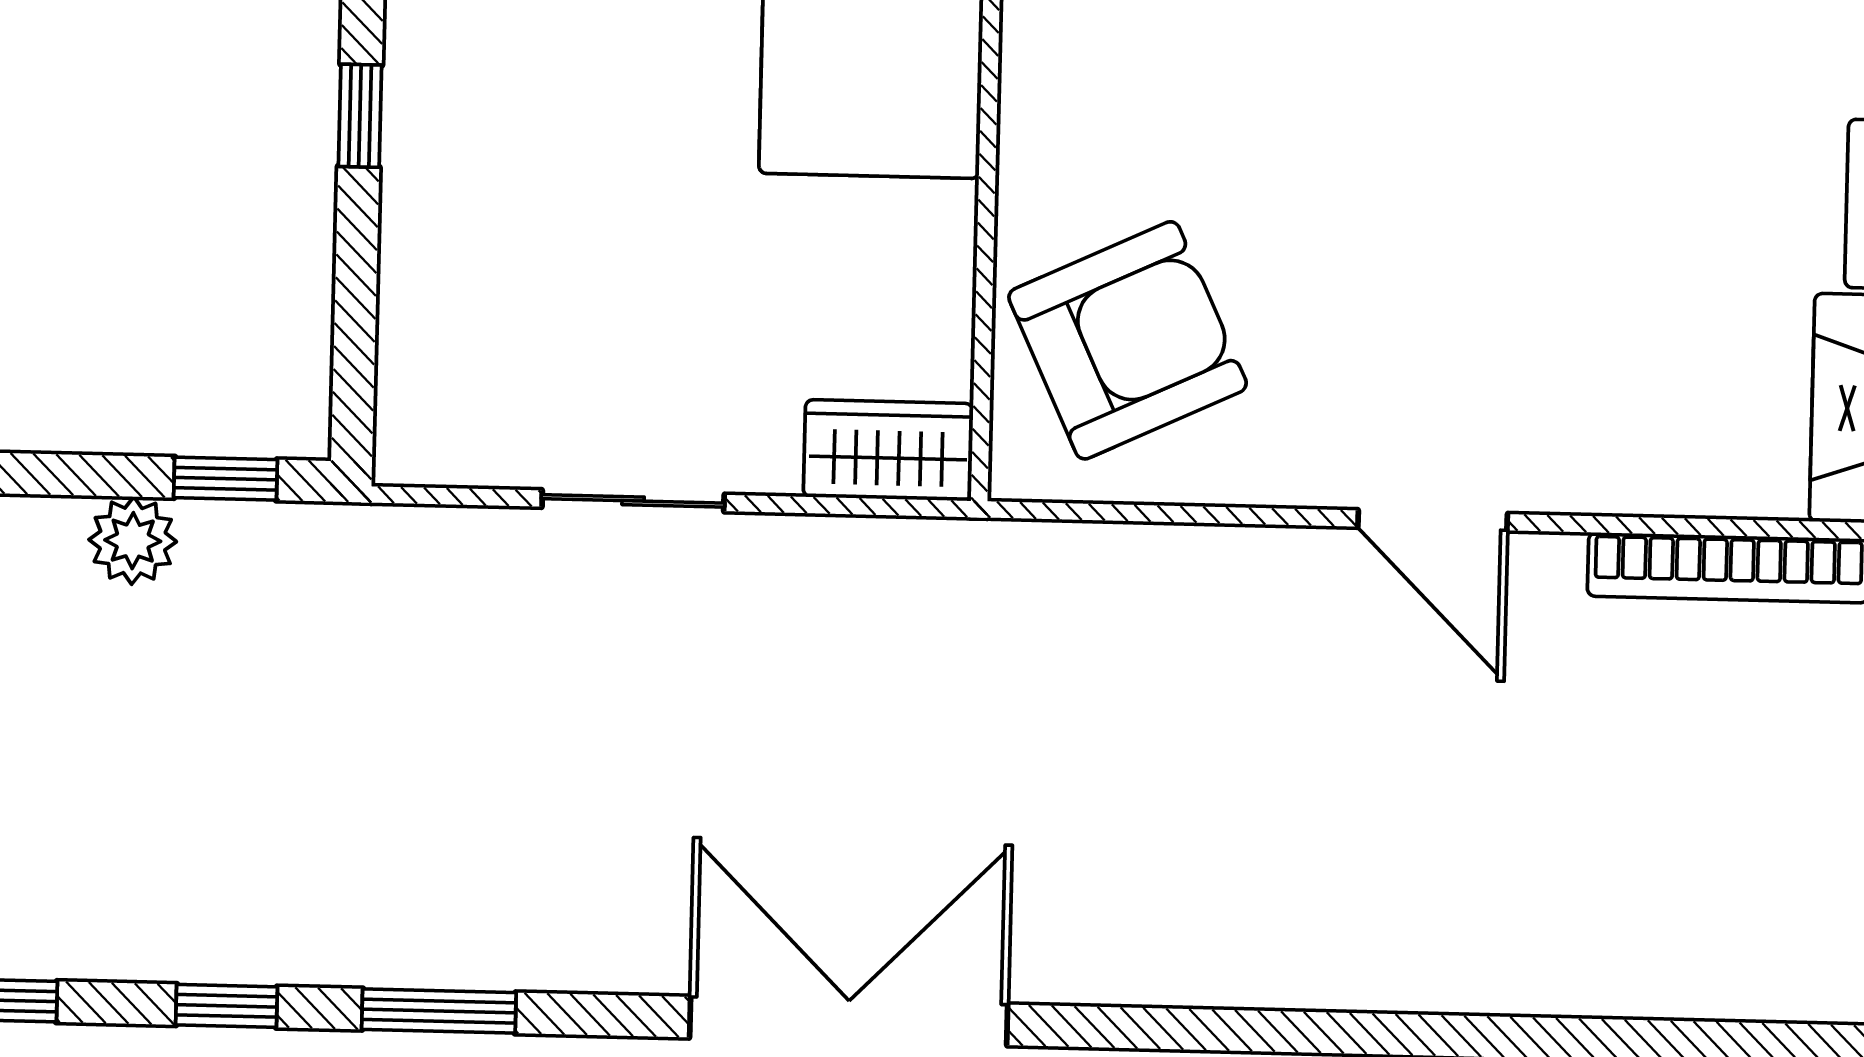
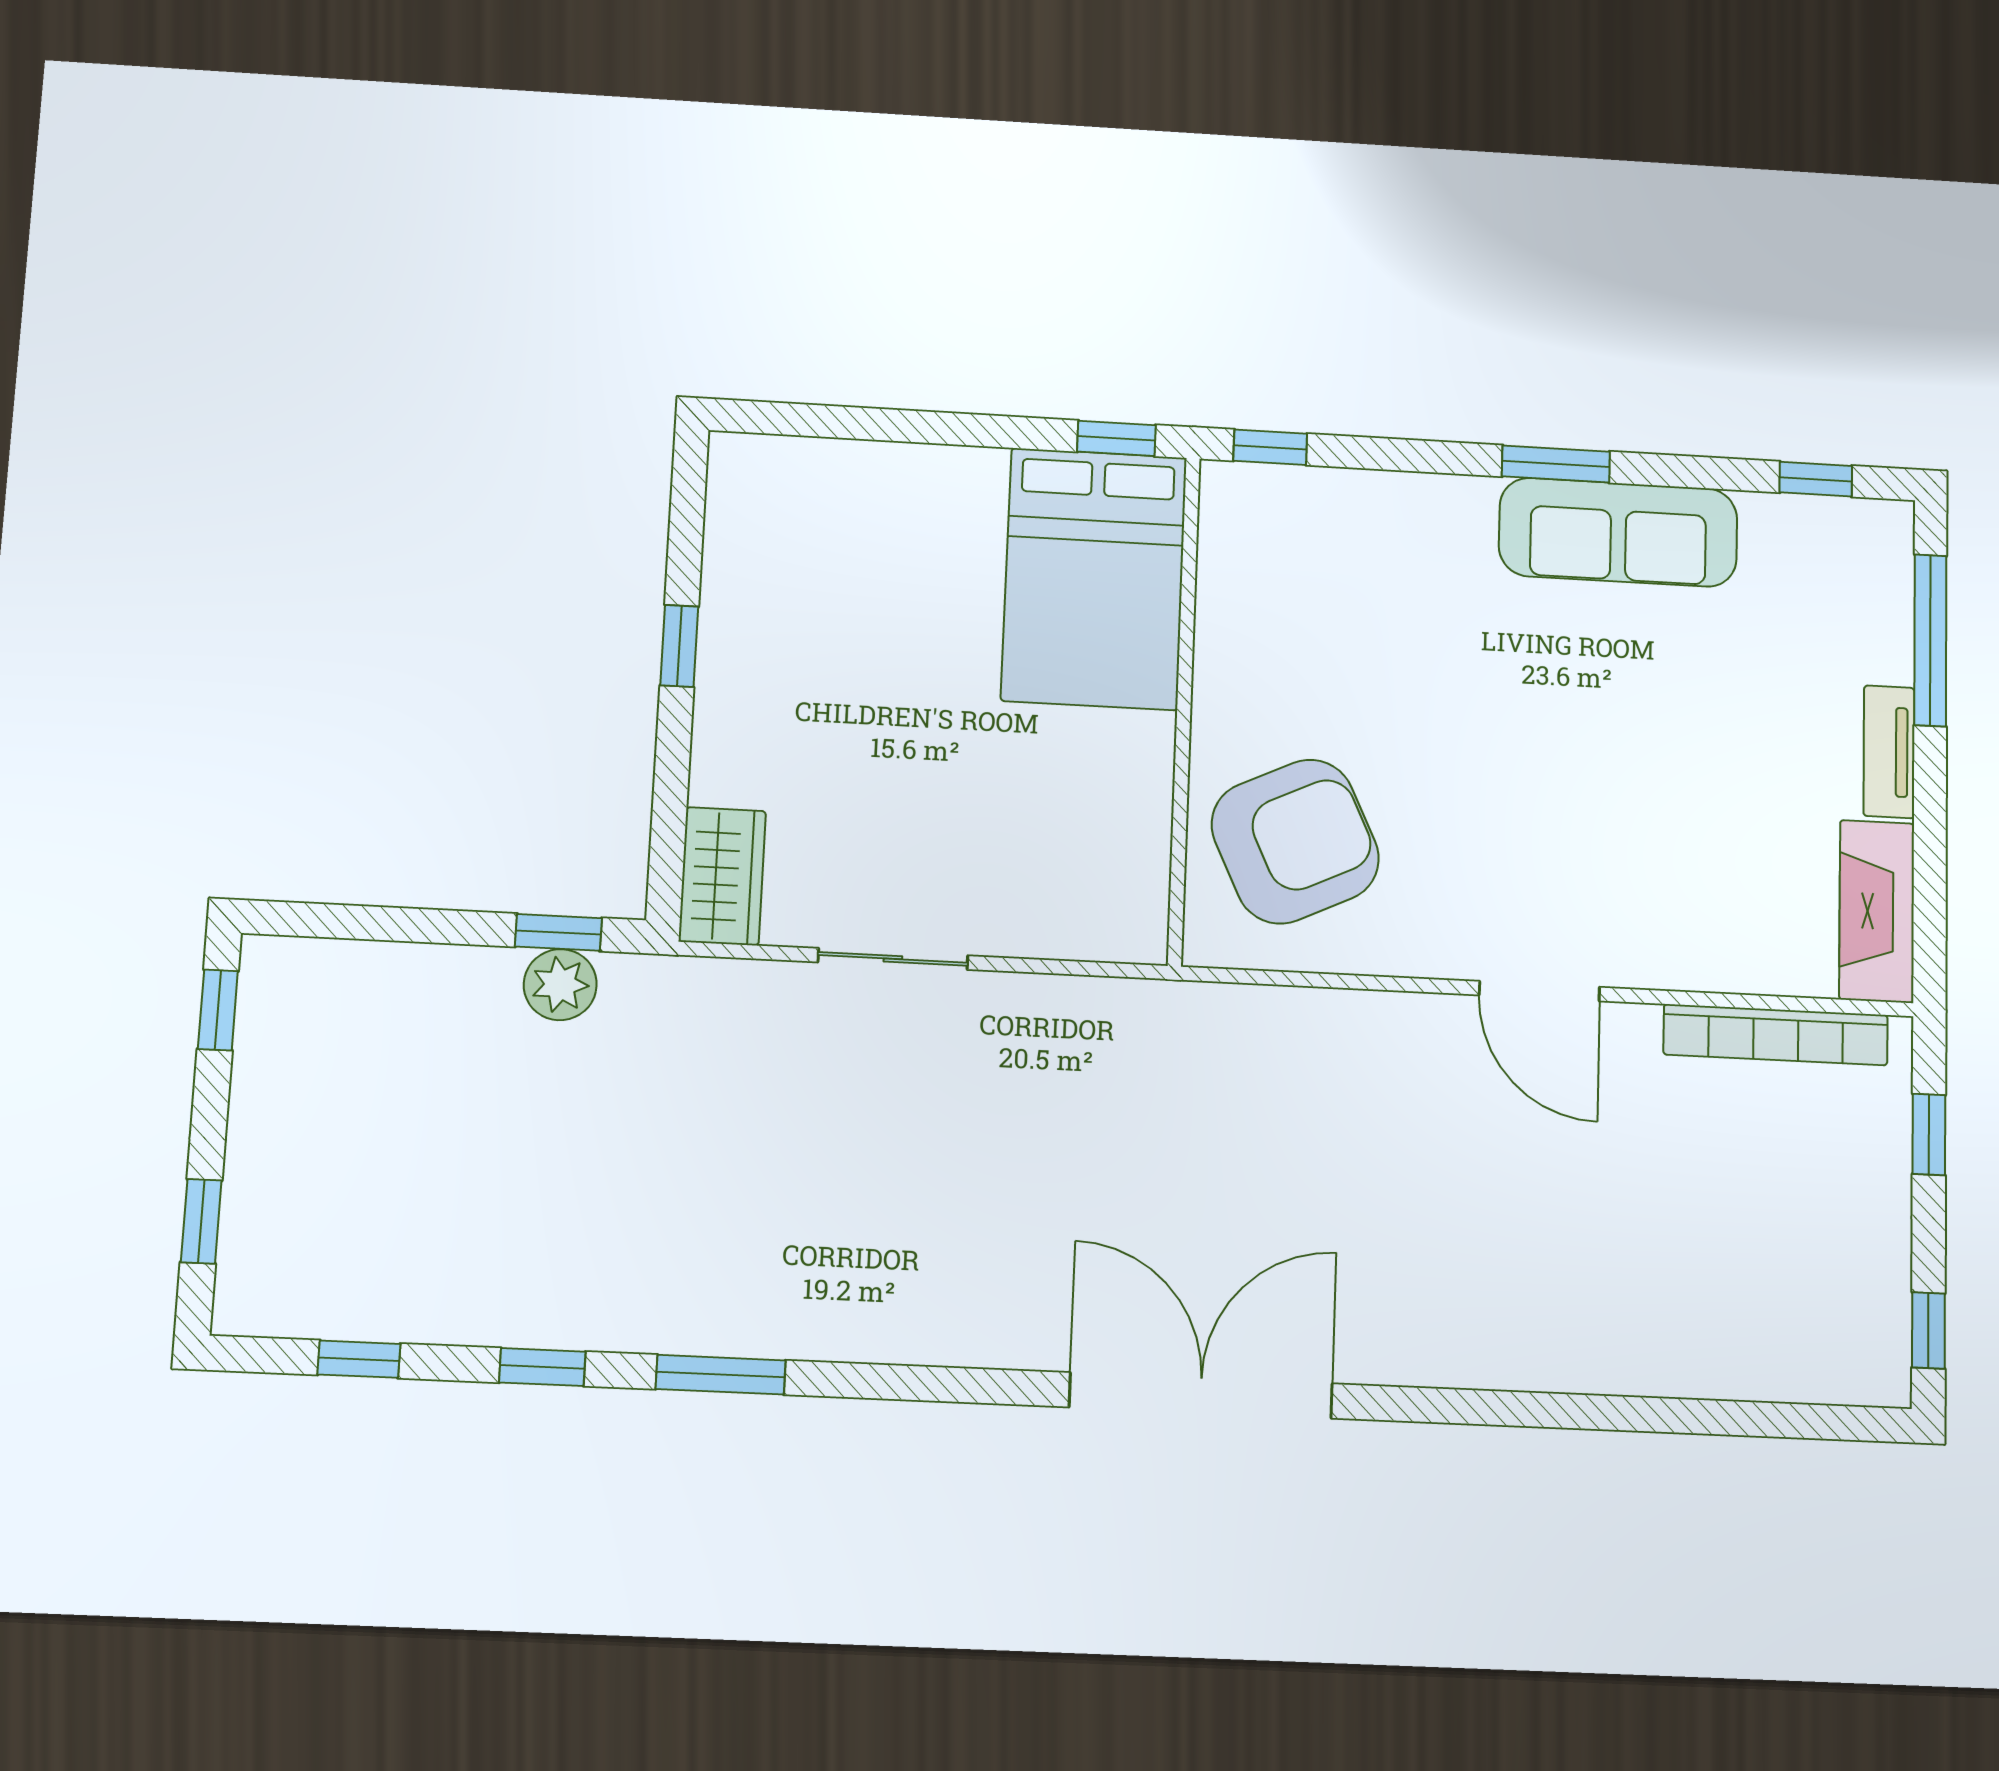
wardrobe: (888, 450) -> (722, 876), moved, turned 90
plant: (133, 541) -> (560, 985), moved
double door: (849, 1021) -> (1201, 1395), moved

